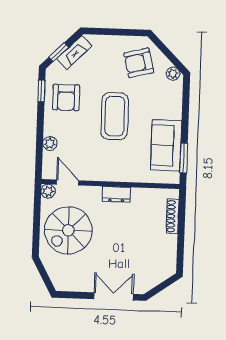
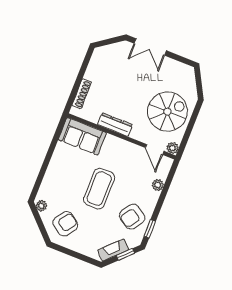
armchair: (139, 63) -> (65, 224), turned -40
armchair: (66, 97) -> (132, 217), turned -146
sofa: (166, 145) -> (82, 136), moved, turned 90
window: (184, 158) -> (57, 136), removed
dresser: (116, 194) -> (115, 125), width x1.44

